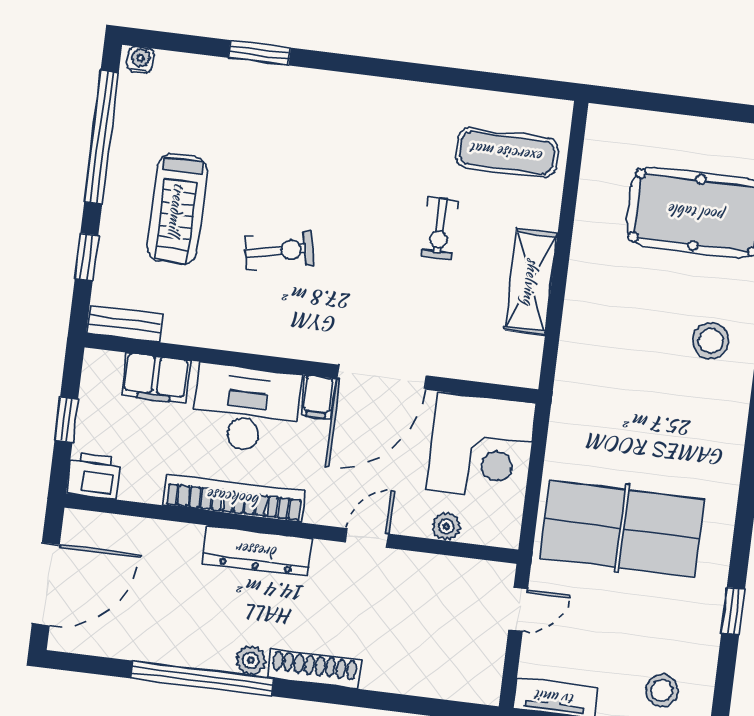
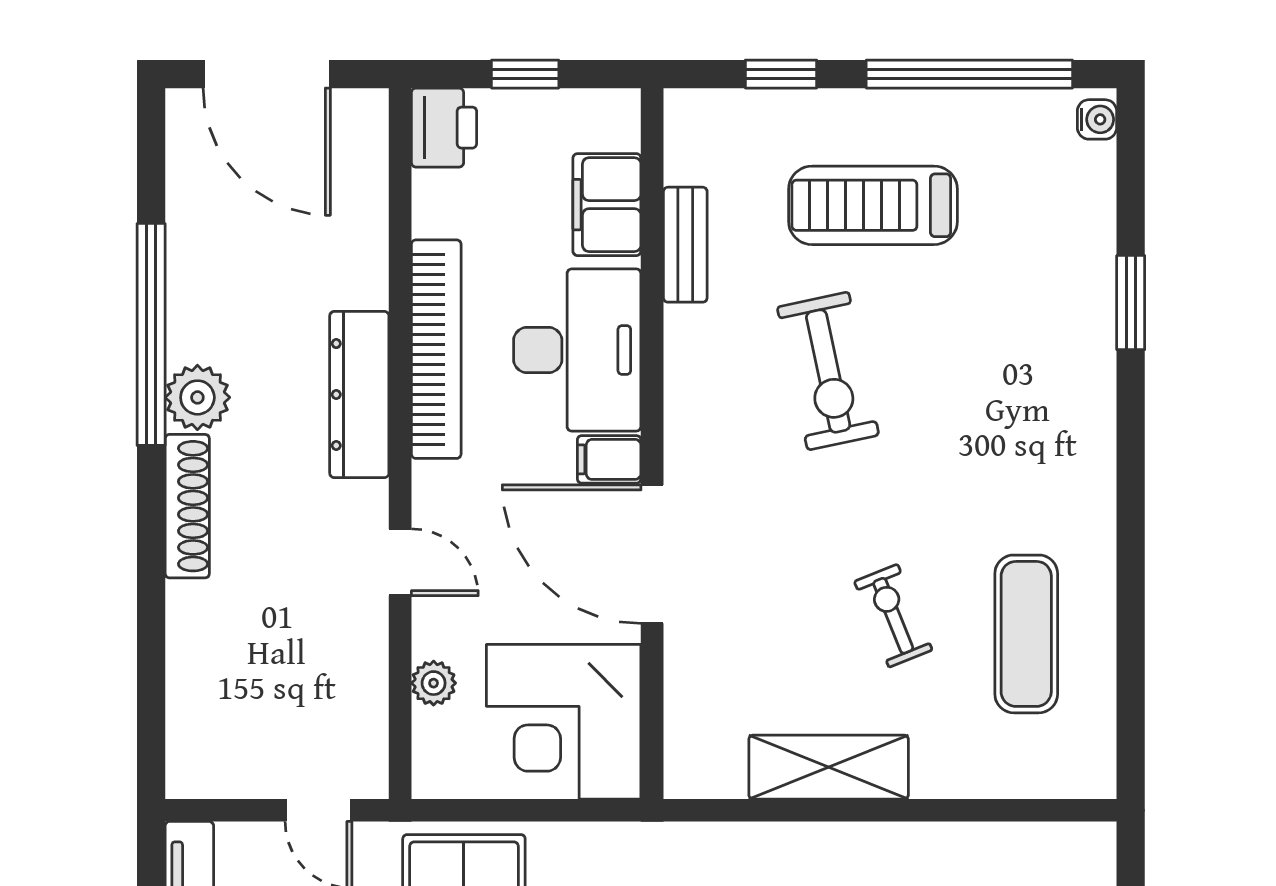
exercise mat: (507, 153) -> (1026, 634), moved
exercise bike: (440, 229) -> (893, 616), turned 68
exercise bike: (279, 251) -> (828, 371), width x1.38, depth x1.39
bench: (125, 324) -> (685, 245), moved
plant: (251, 660) -> (197, 397), width x1.38, depth x1.38

